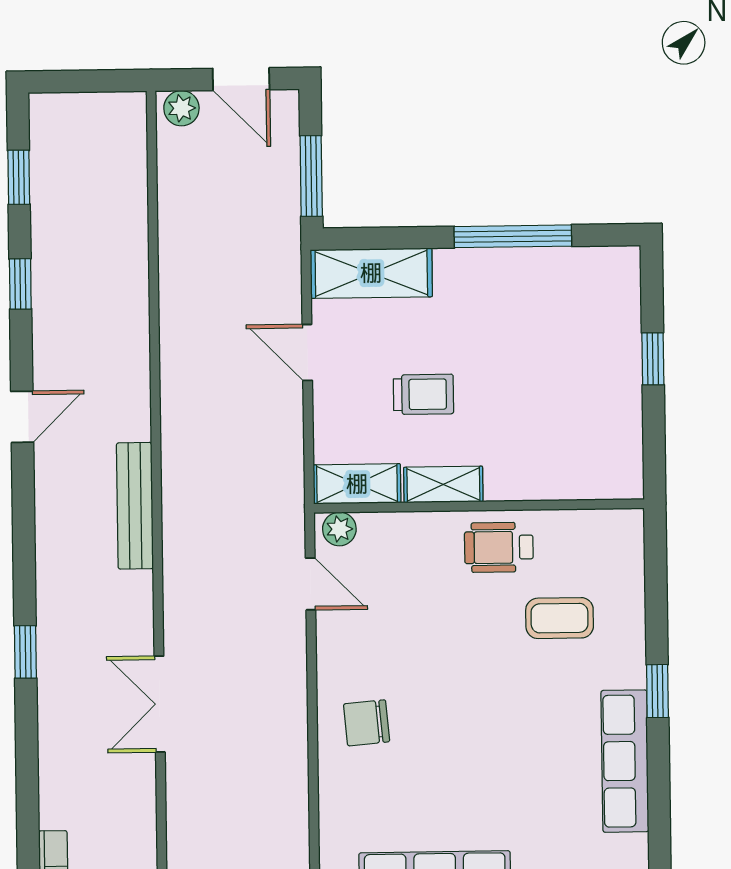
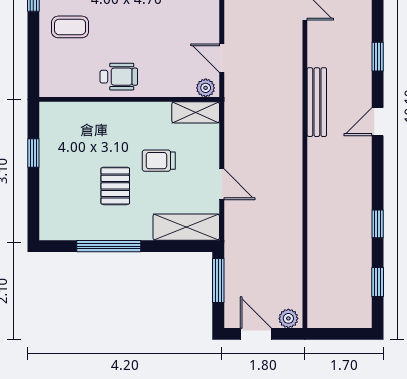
pallet: (502, 347) -> (115, 186), added
window: (653, 359) -> (33, 153), moved
door: (22, 417) -> (378, 122), moved
shelving: (443, 484) -> (149, 111), removed
coffee table: (560, 618) -> (70, 27), moved
window: (25, 652) -> (378, 57), moved

